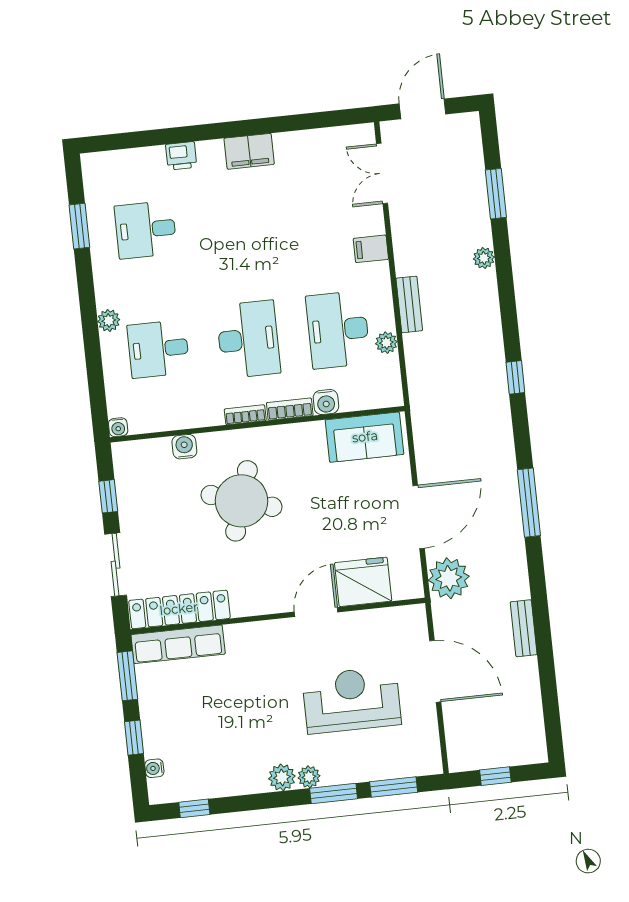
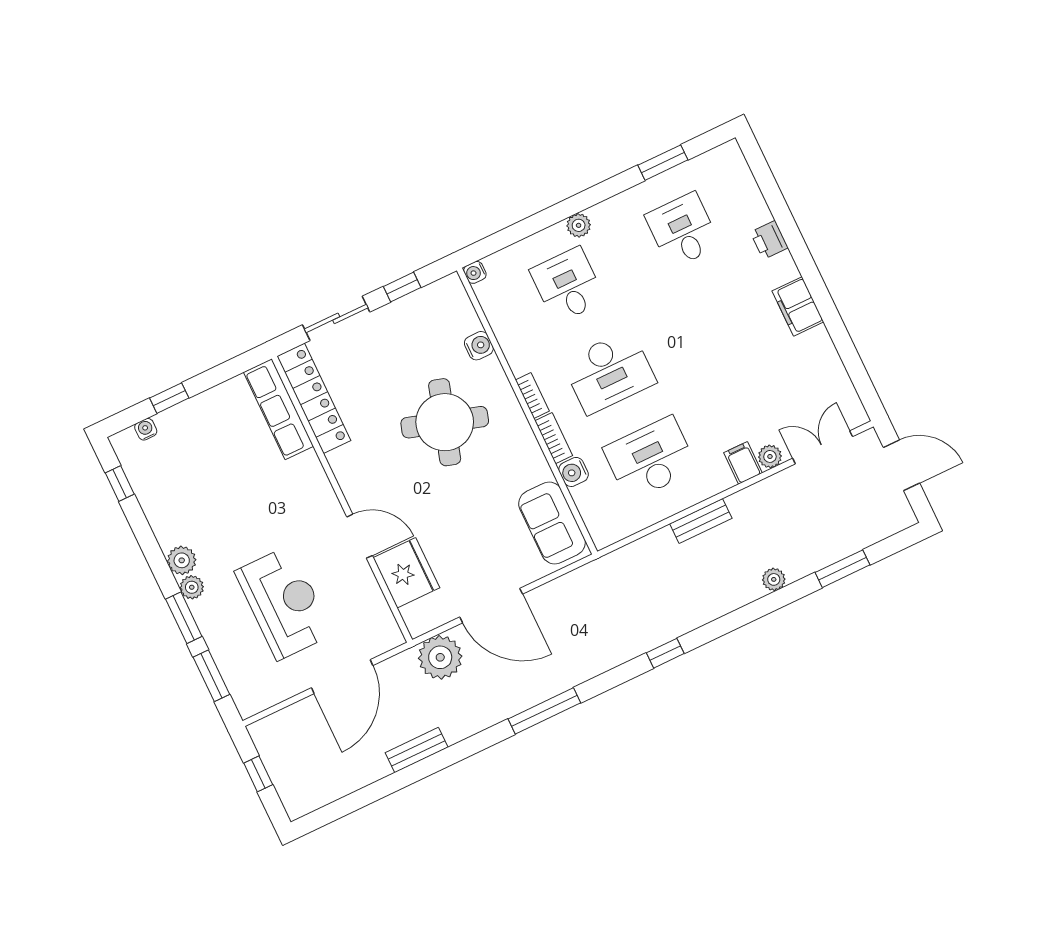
plant: (386, 343) -> (770, 456), moved
window: (127, 676) -> (229, 370), removed

